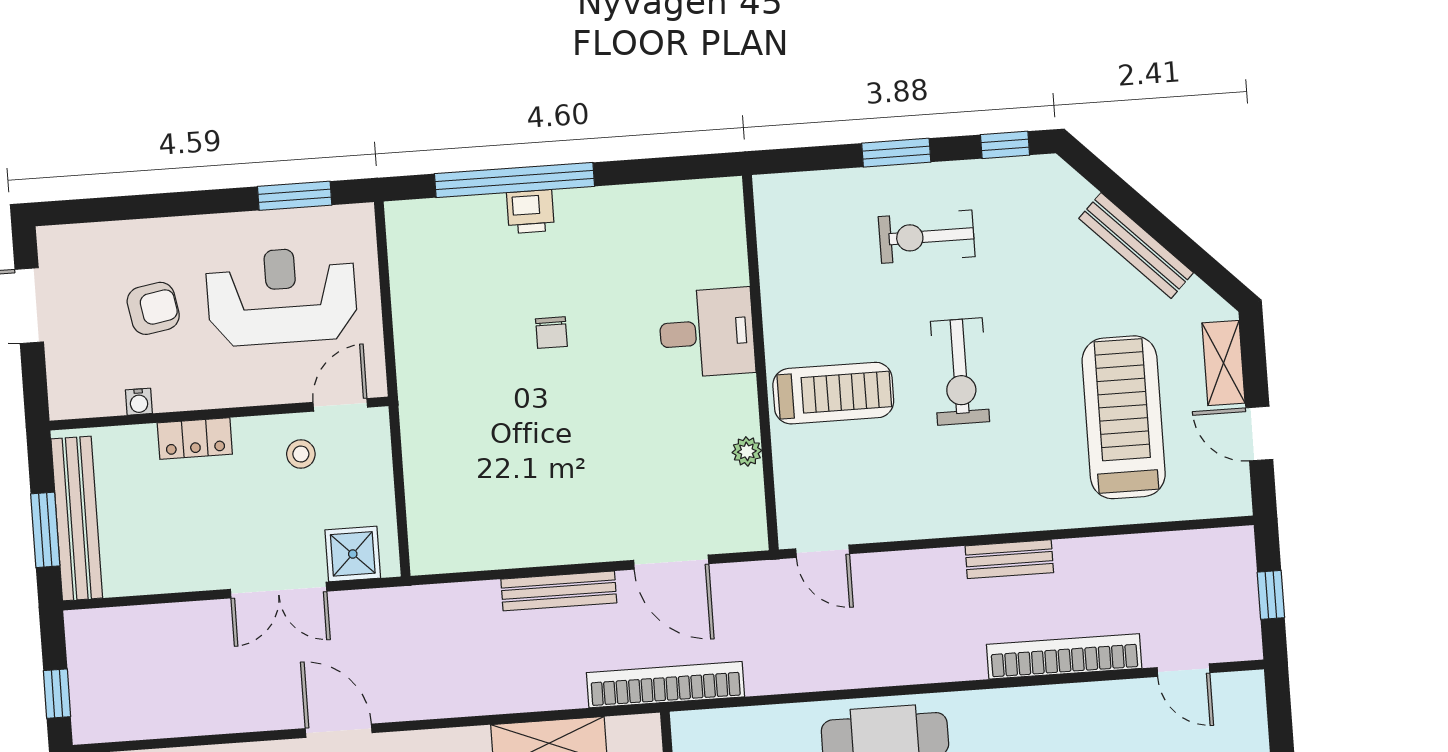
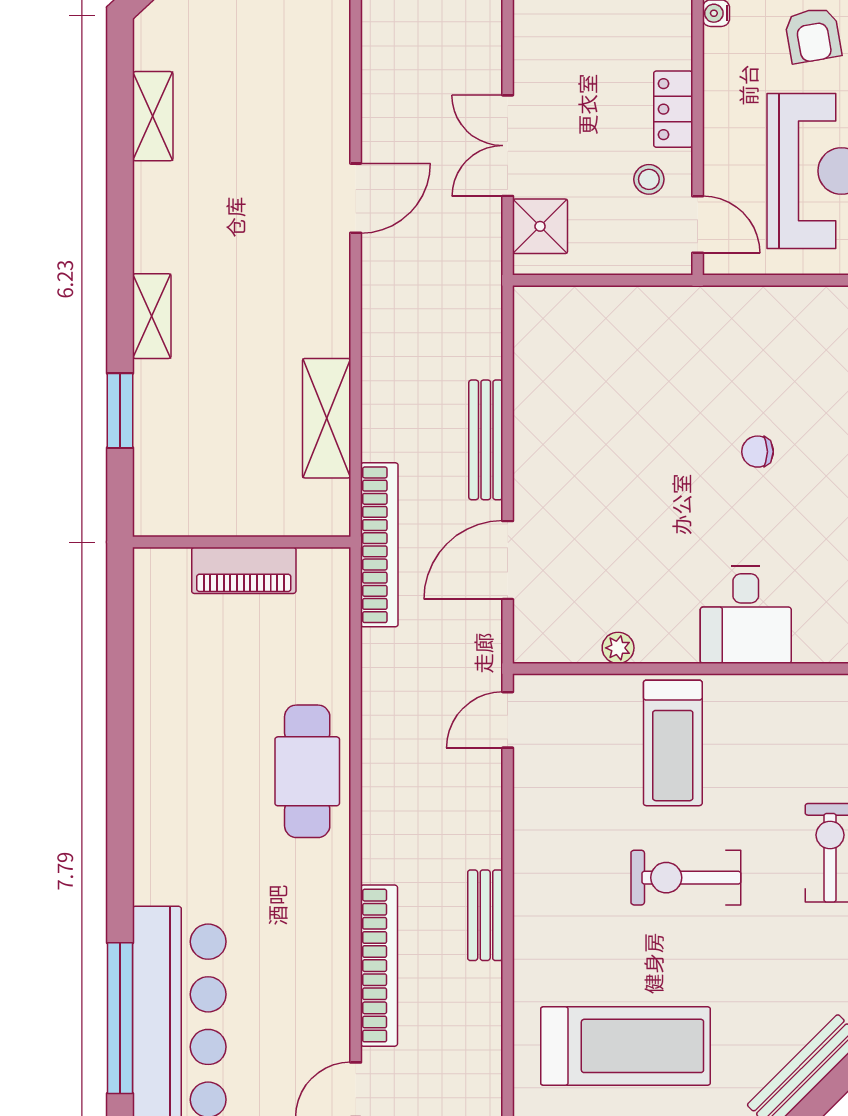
locker: (195, 438) -> (673, 109), moved

